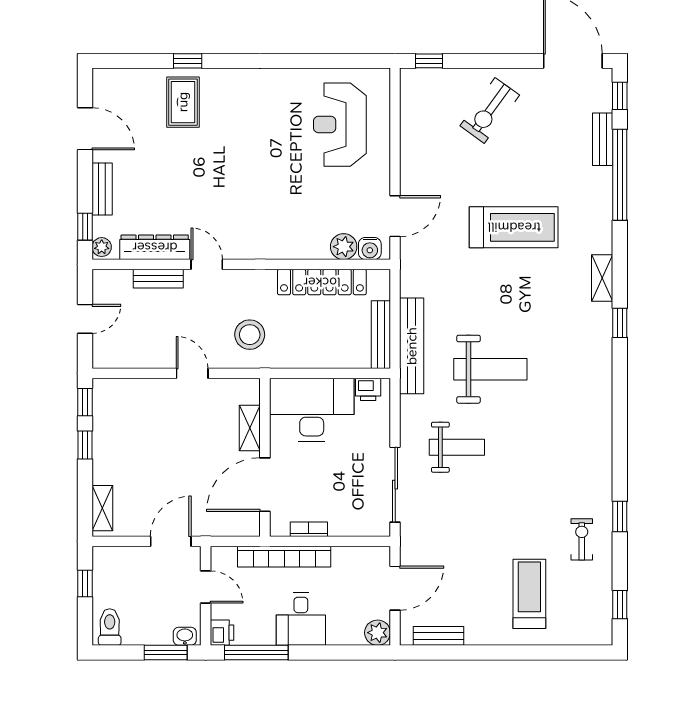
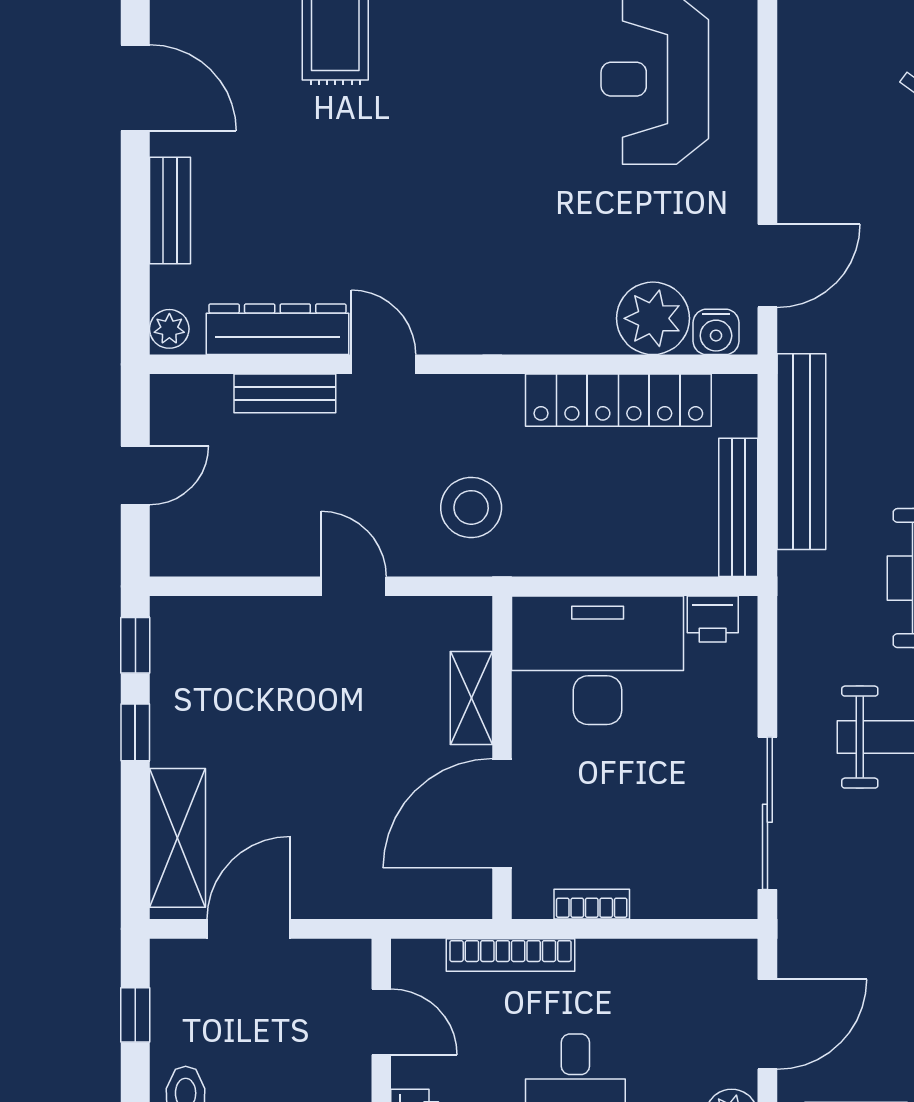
window: (85, 227) -> (135, 287), removed
plant: (344, 247) -> (653, 318), width x1.36, depth x1.36
bench: (412, 346) -> (801, 452), moved
shelving: (102, 508) -> (178, 838), width x1.50, depth x1.33
door: (171, 541) -> (249, 929), moved
bookcase: (284, 557) -> (510, 955), width x0.68, depth x0.76

